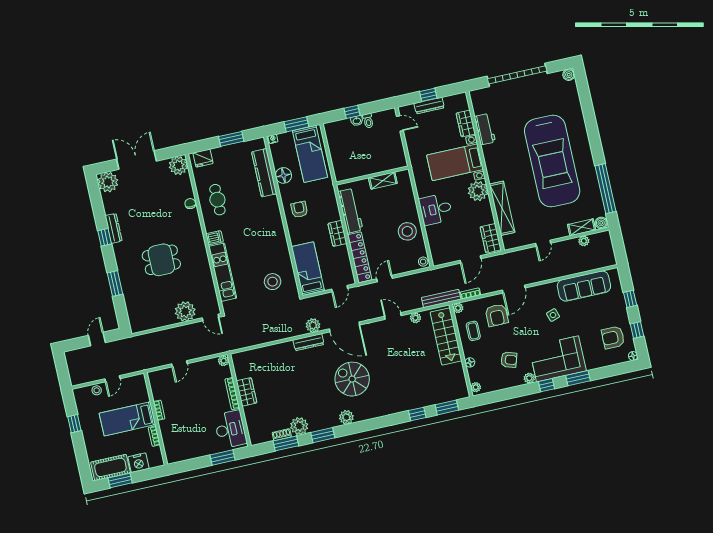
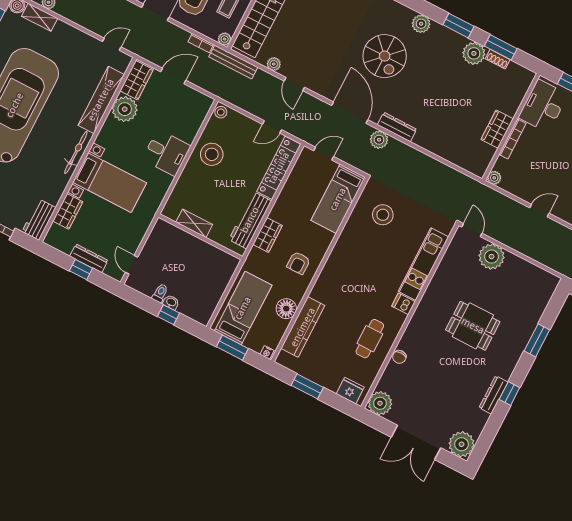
workbench: (485, 129) -> (39, 220), moved
bicycle: (491, 163) -> (76, 153), added
plant: (478, 191) -> (125, 109), moved
wardrobe: (337, 233) -> (268, 235), moved
door: (543, 243) -> (112, 44), moved

